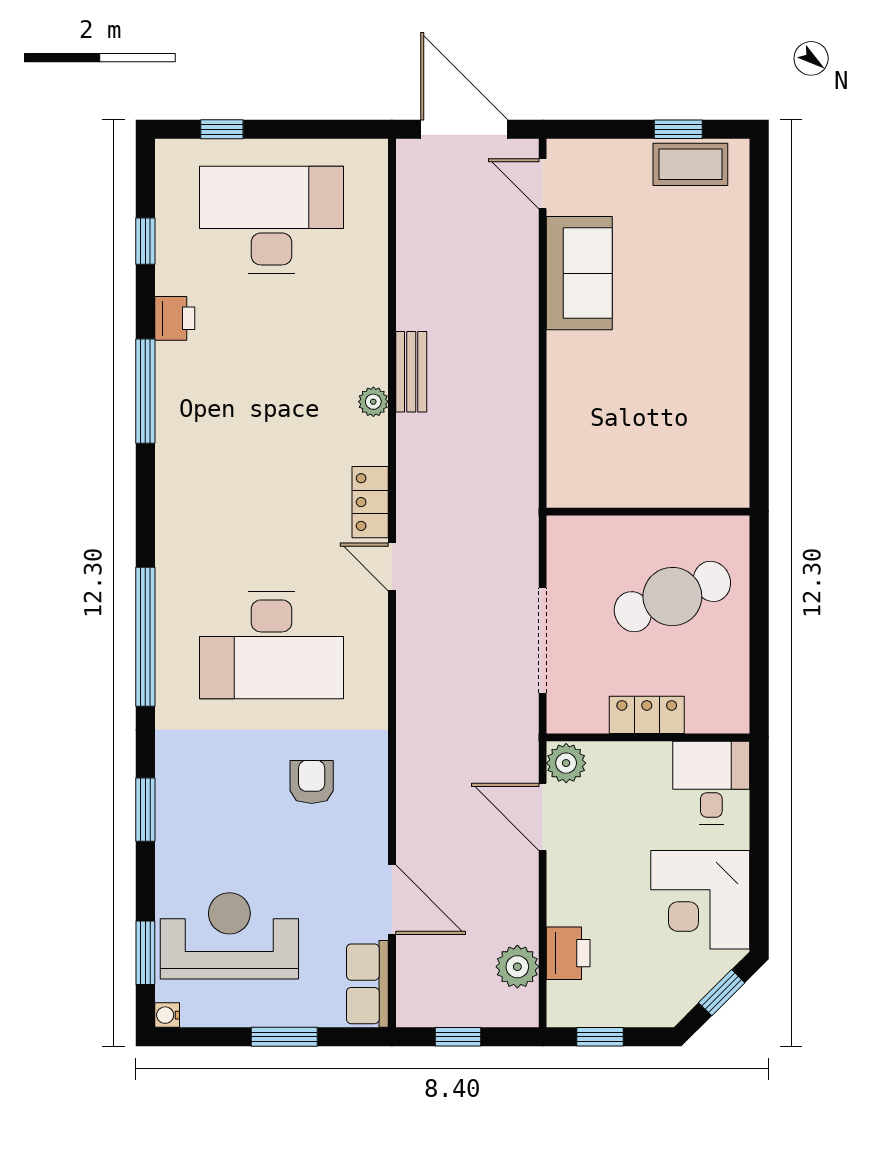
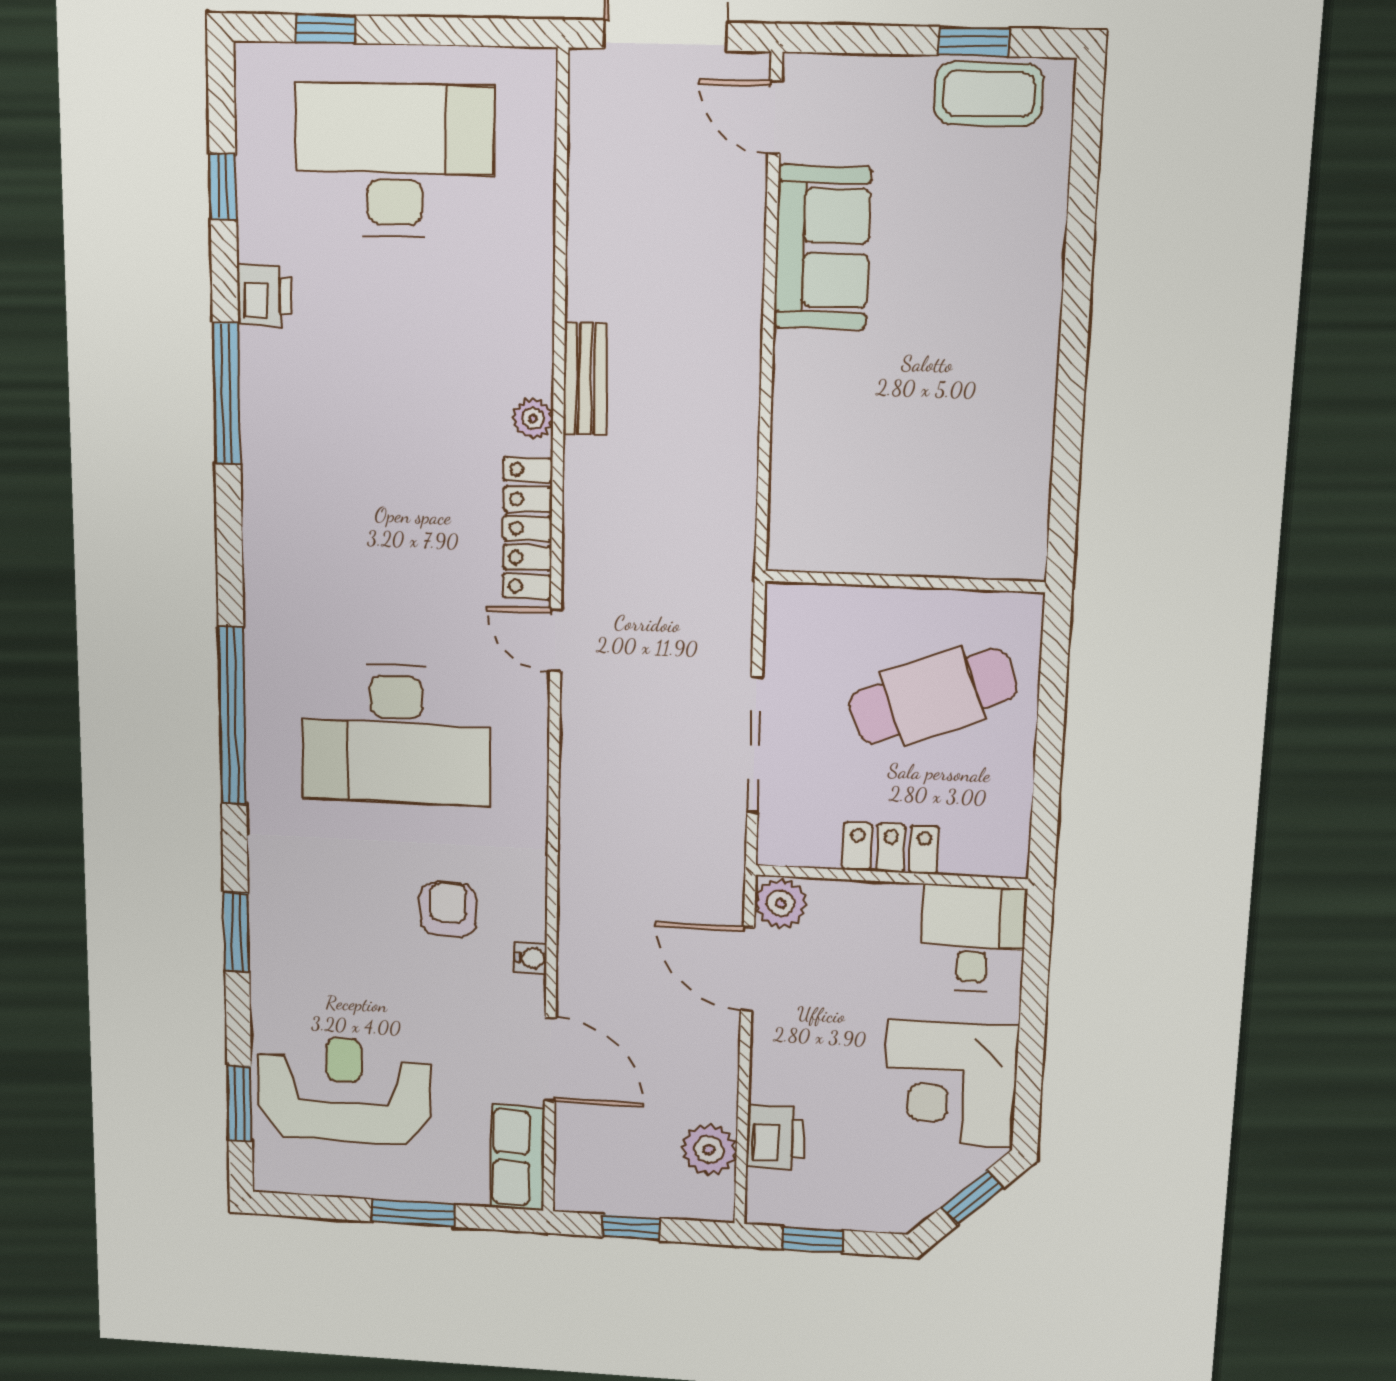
locker: (370, 502) -> (527, 528), width x1.53
water cooler: (167, 1015) -> (531, 958), moved, turned 180

